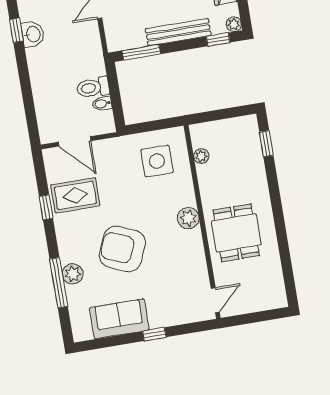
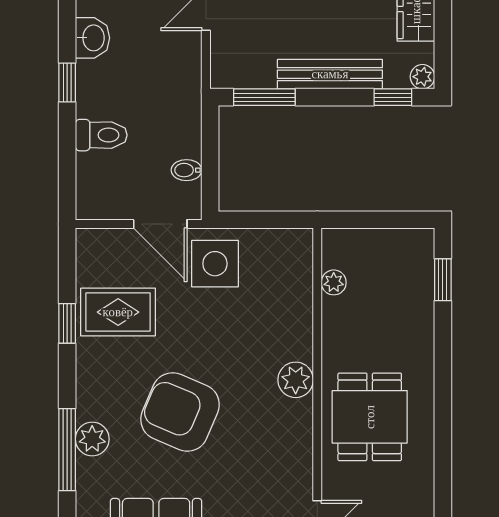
window: (16, 30) -> (67, 82), moved
toilet: (93, 88) -> (101, 135), moved, turned 180
door: (74, 141) -> (160, 224), moved
side table: (157, 161) -> (215, 264), moved

